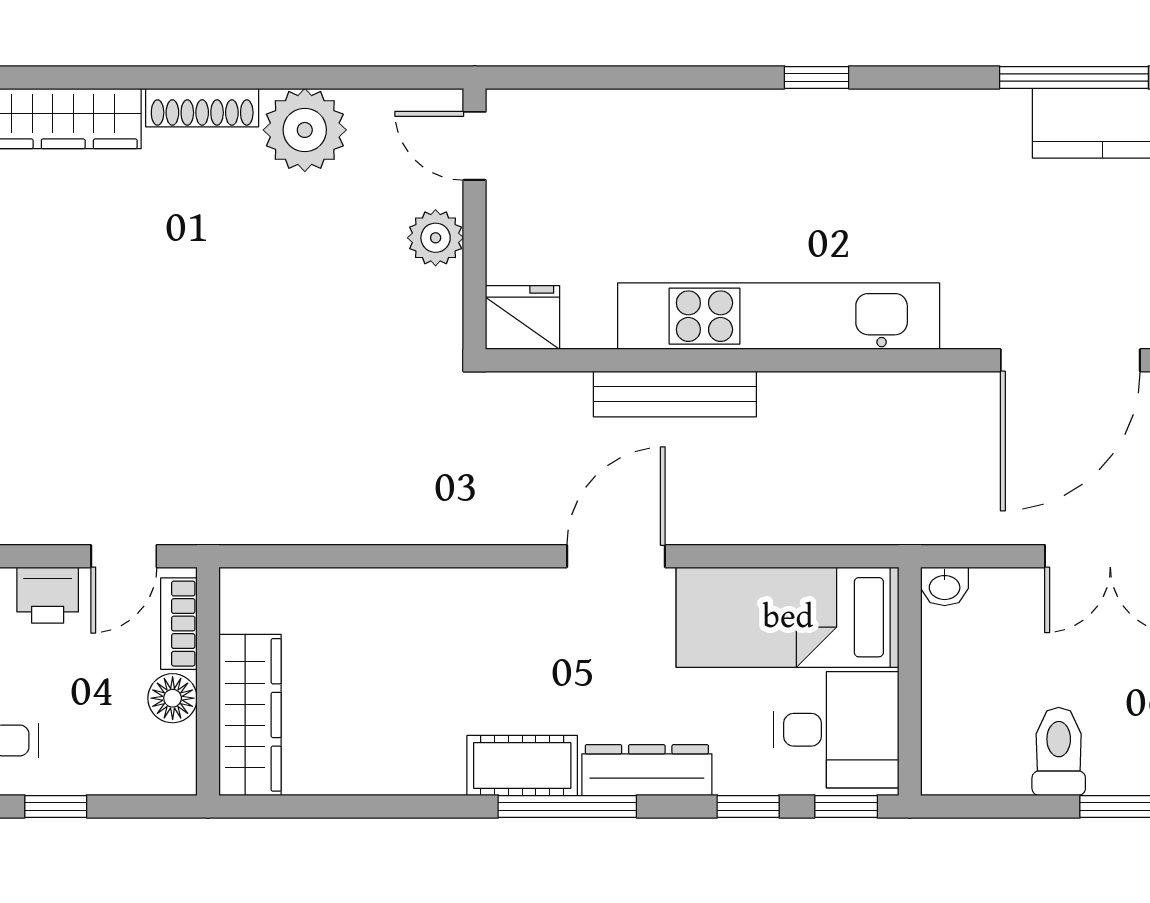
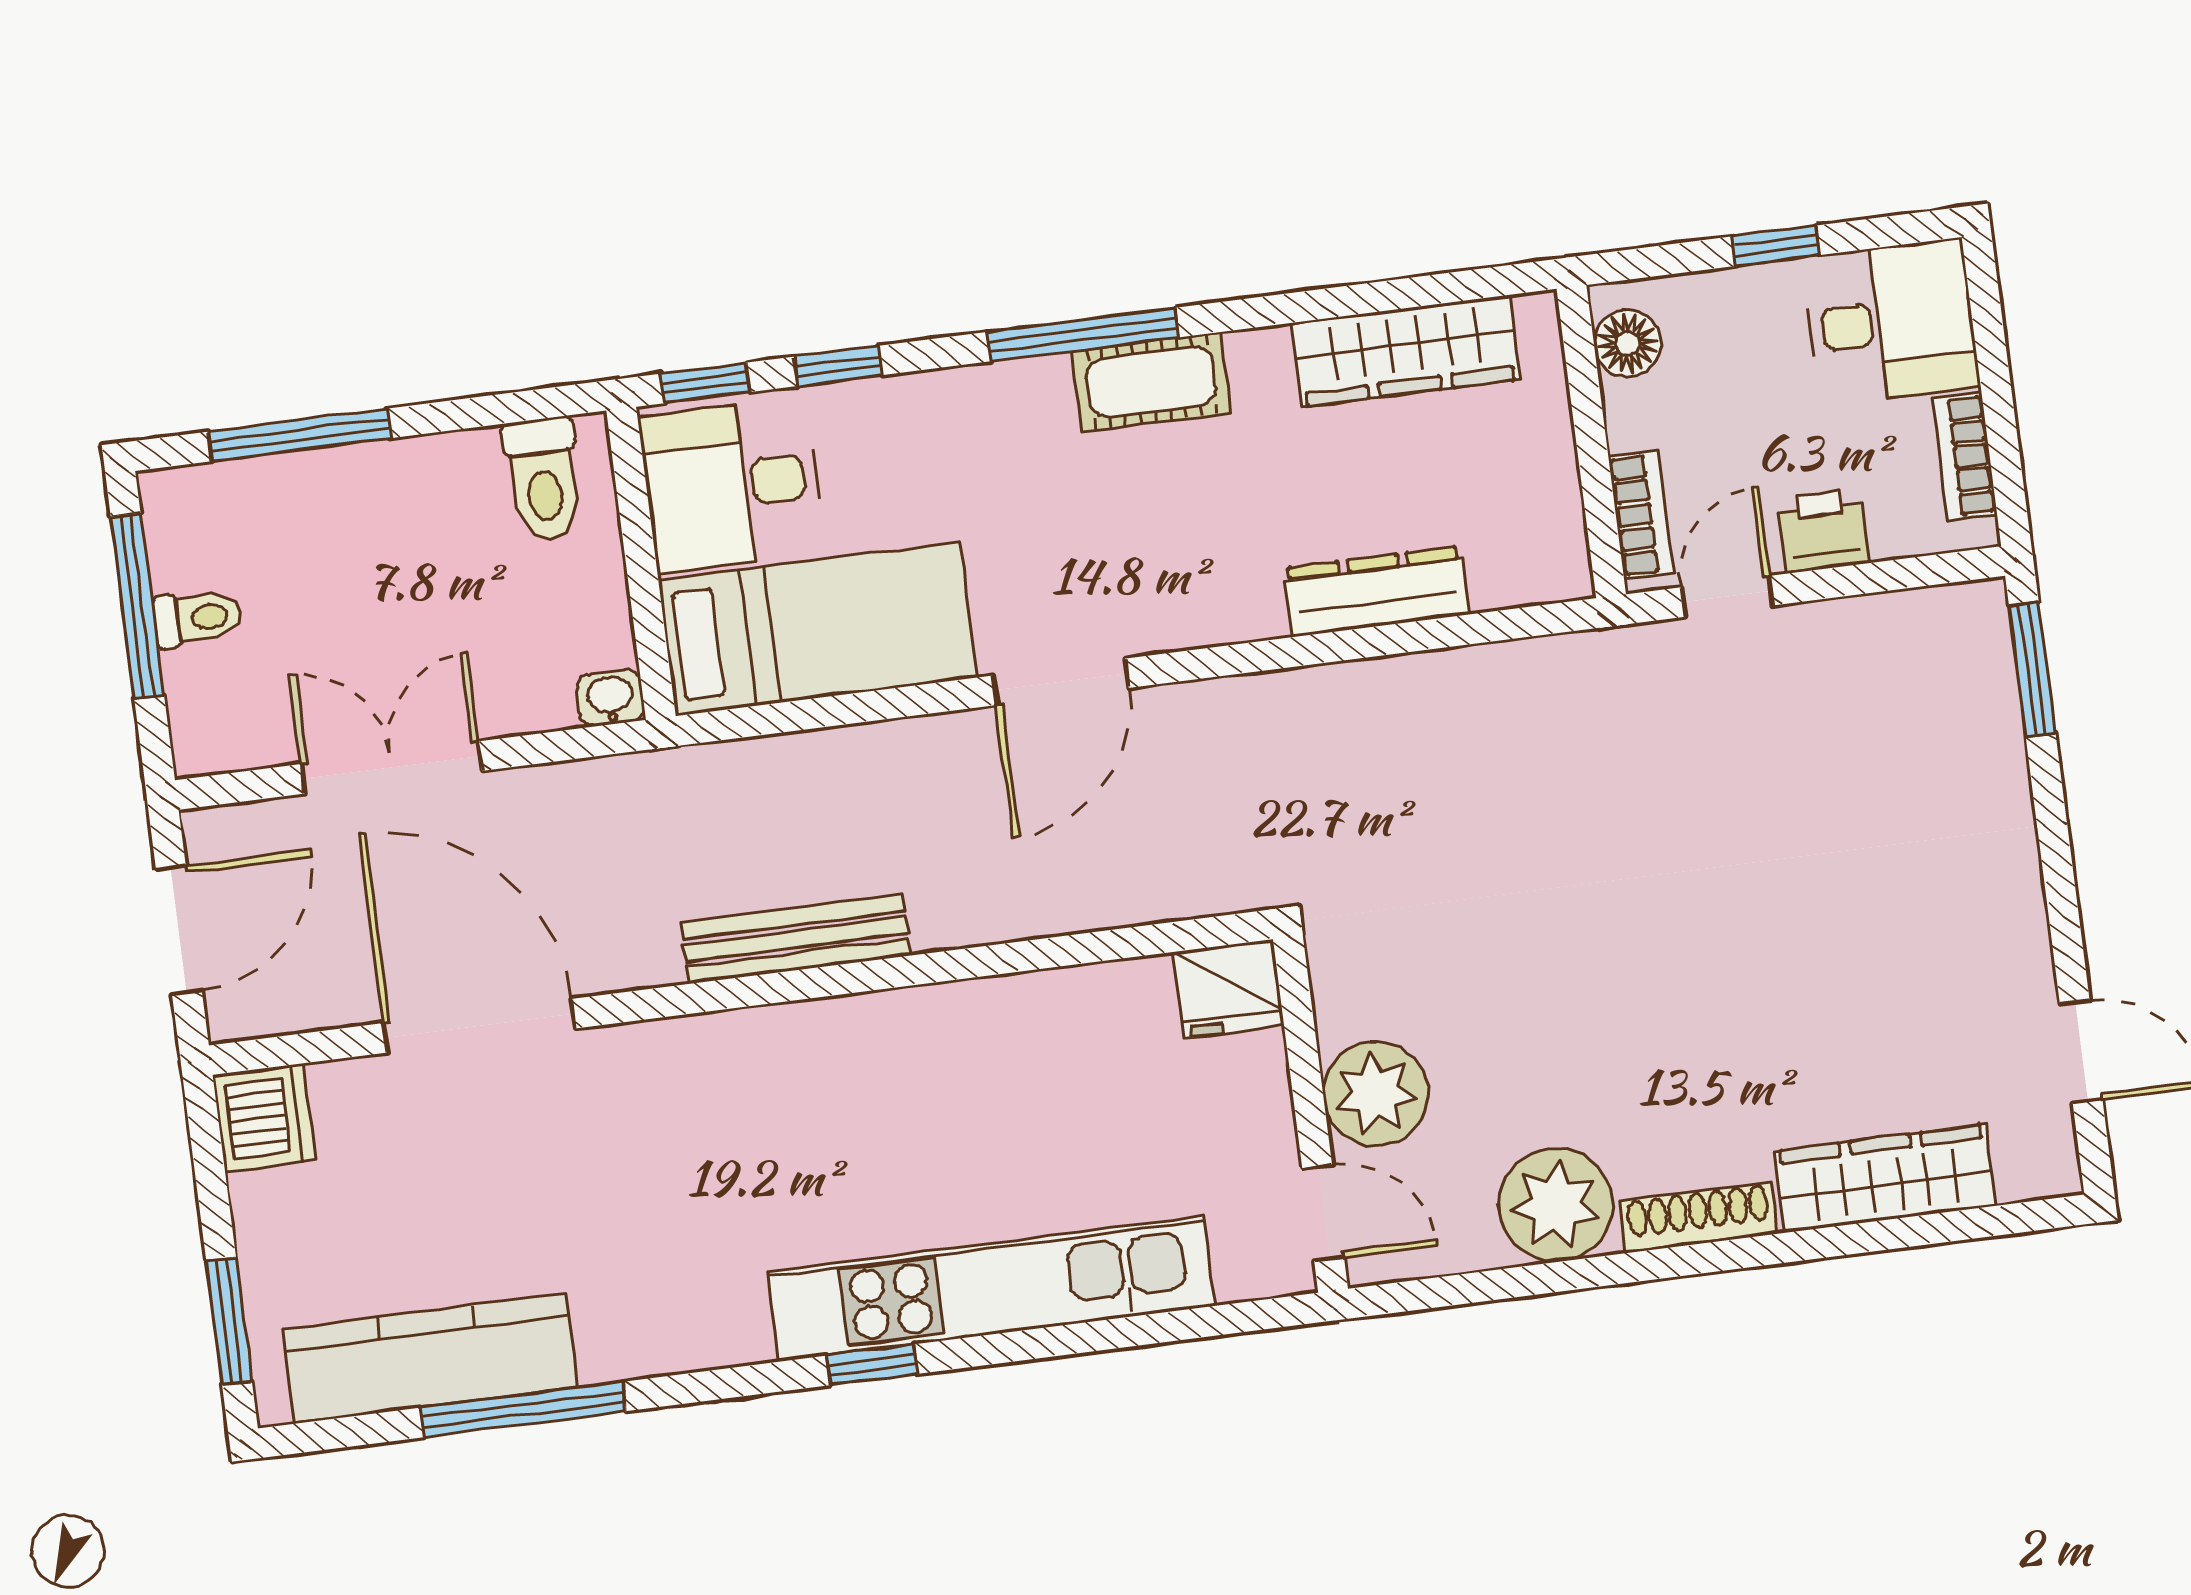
plant: (436, 238) -> (1376, 1094), width x1.36, depth x1.36
kitchen unit: (779, 316) -> (992, 1289), moved, turned 180
door: (1070, 360) -> (479, 1026), hinge flipped
bench: (675, 394) -> (796, 939), moved
floor lamp: (173, 698) -> (1627, 343), moved
wardrobe: (250, 715) -> (1405, 351), moved, turned -90
toilet: (1059, 751) -> (543, 479), moved
dresser: (647, 770) -> (1376, 591), moved, turned 180

